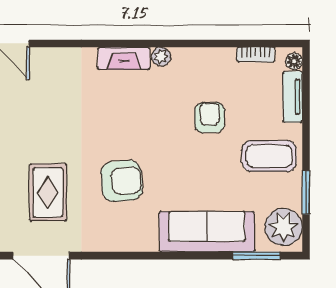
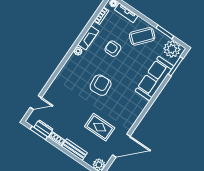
fireplace: (124, 58) -> (88, 38), moved
coffee table: (269, 156) -> (142, 36), turned 41
armchair: (122, 181) -> (101, 85), moved

